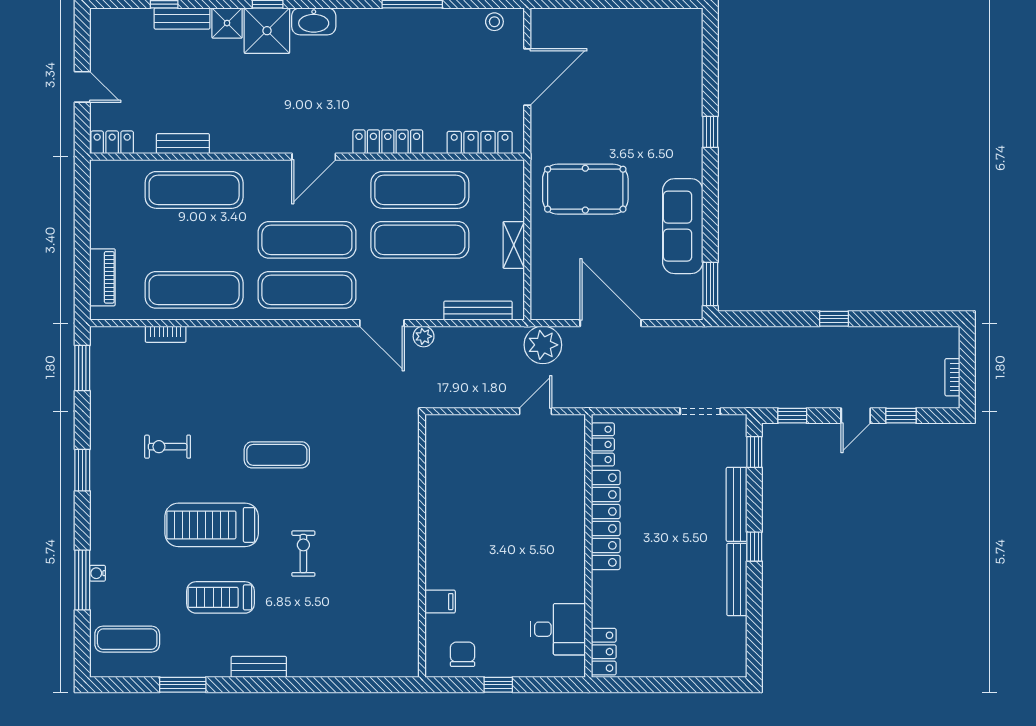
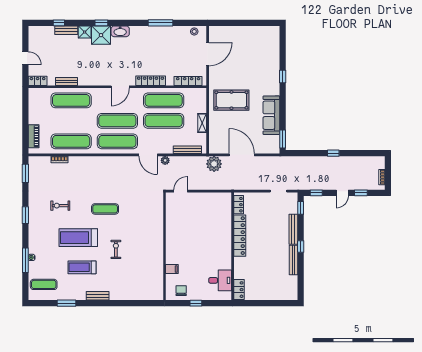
door: (535, 411) -> (181, 191), moved

